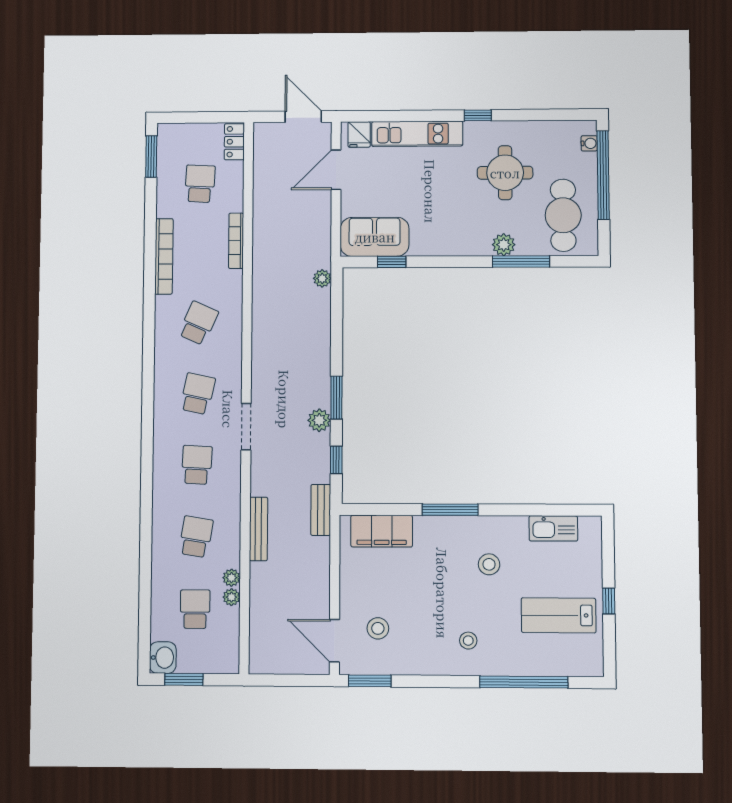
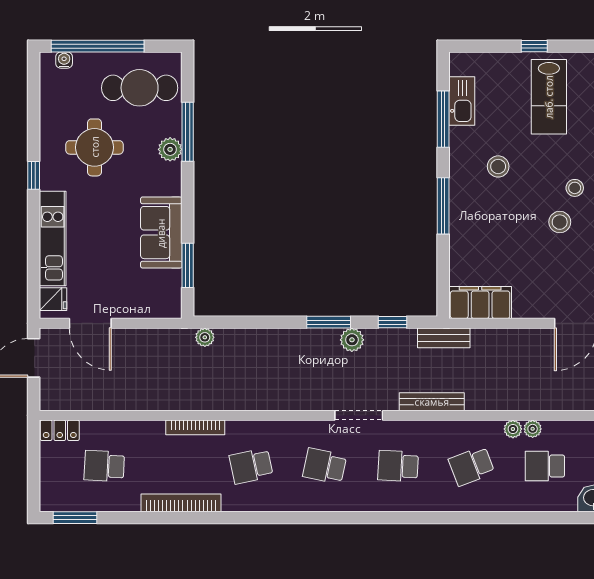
sofa: (375, 237) -> (161, 233), moved
bookcase: (236, 241) -> (195, 427), moved
window: (392, 262) -> (188, 265), width x1.50
school desk: (198, 323) -> (251, 466), turned -36
window: (535, 510) -> (443, 119), added
bench: (258, 529) -> (432, 402), moved
filing cabinet: (382, 531) -> (480, 303), moved, turned -90
school desk: (196, 537) -> (471, 466), turned -30
stool: (378, 628) -> (560, 222), moved

